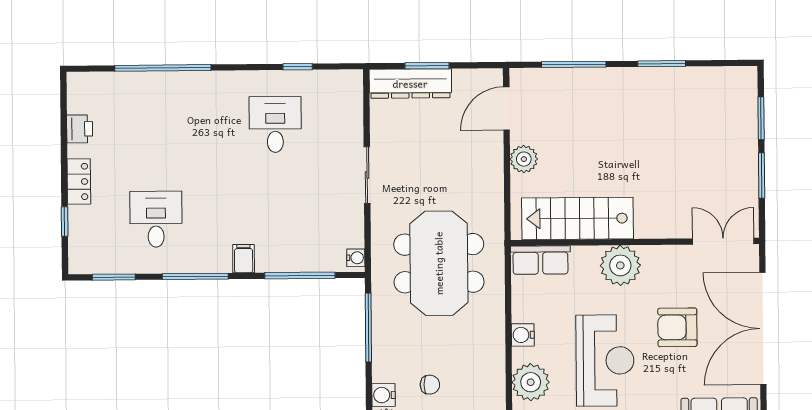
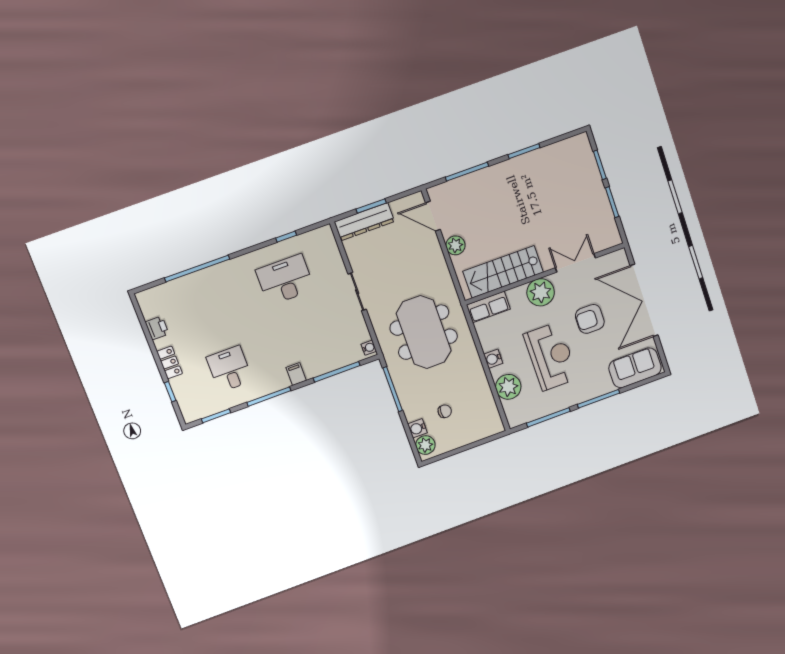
door: (506, 109) -> (433, 216), hinge flipped
desk: (275, 125) -> (285, 280), width x1.37
double door: (723, 241) -> (575, 263), moved

